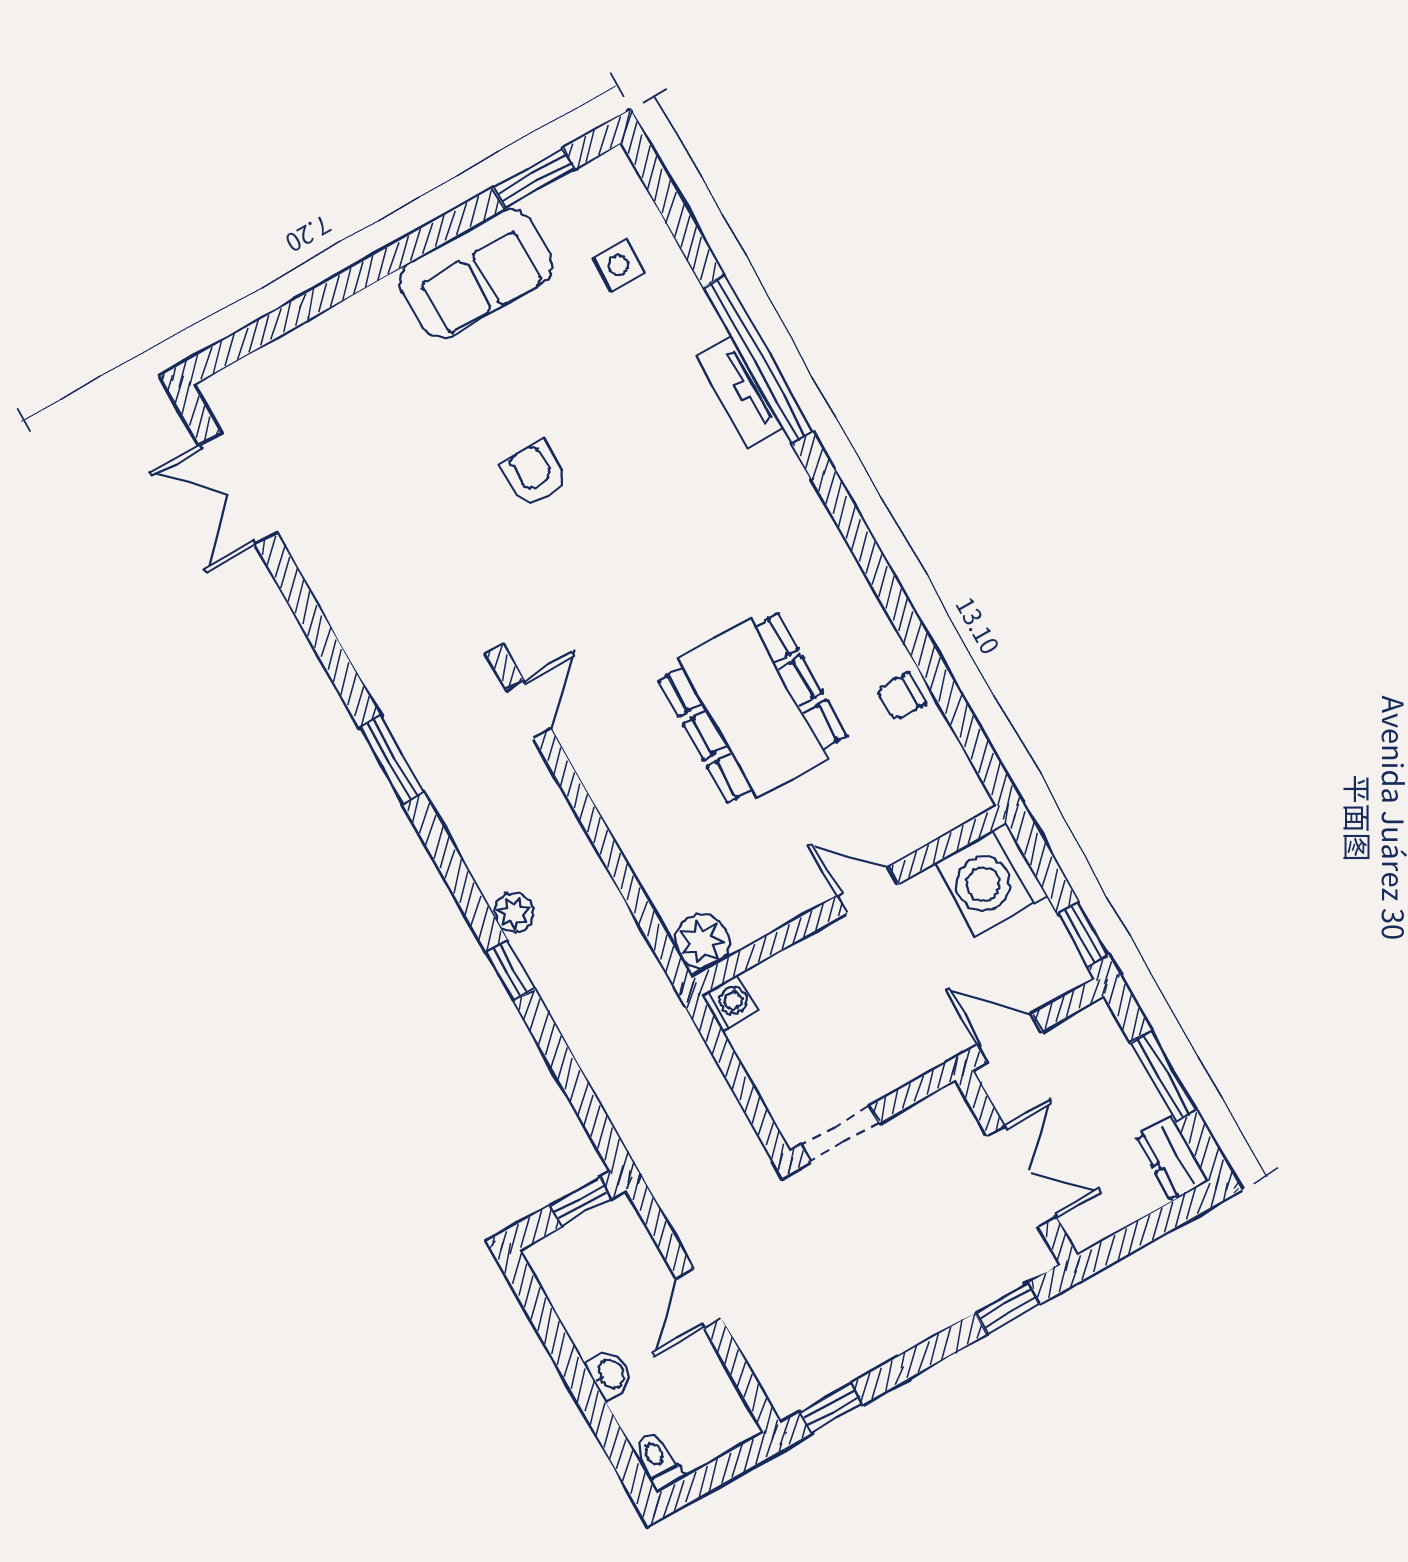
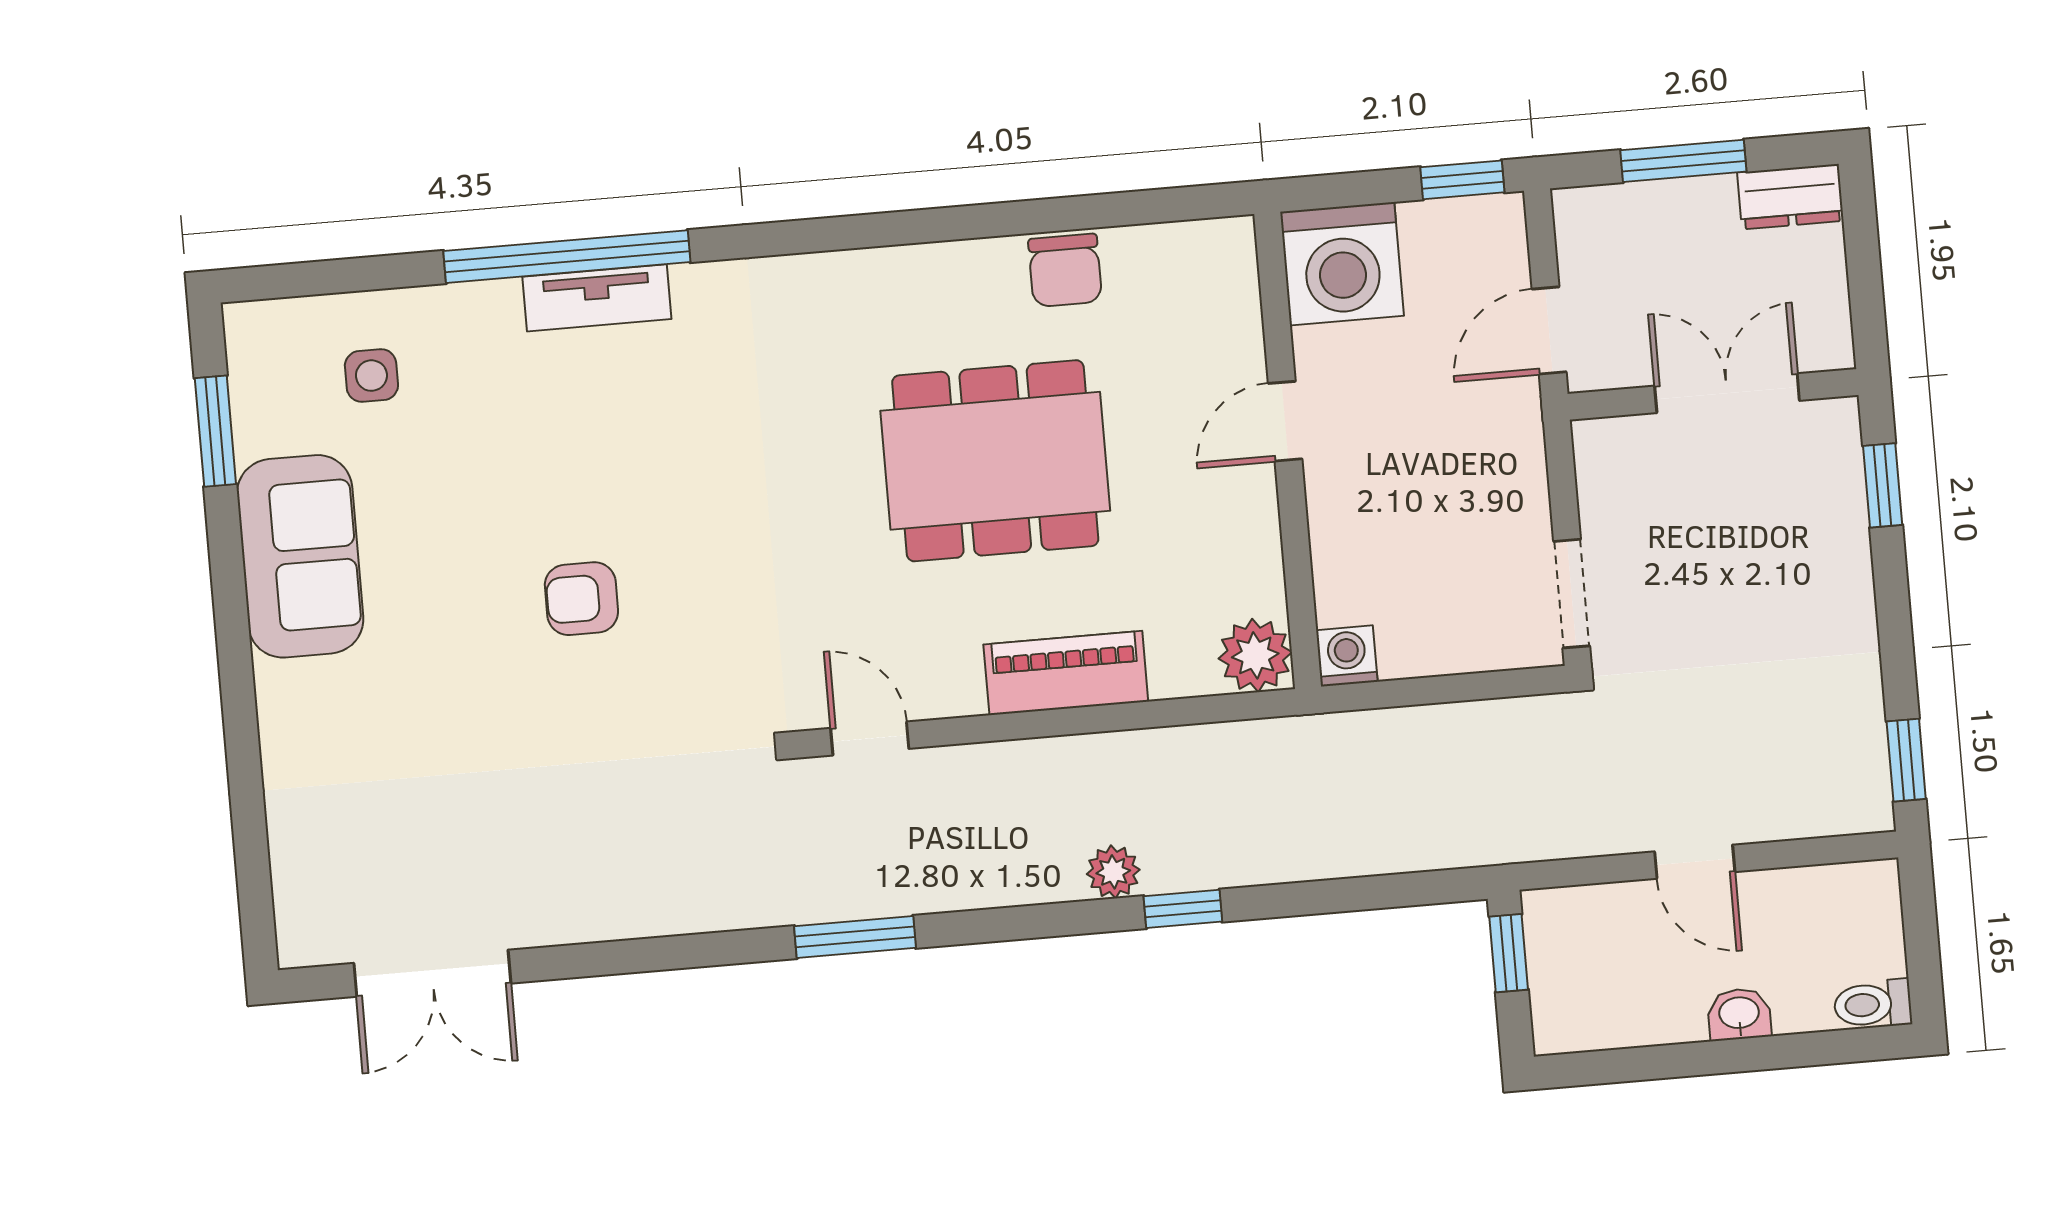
chair: (901, 697) -> (1065, 270), width x1.37, depth x1.37
piano: (632, 820) -> (1066, 673), added

